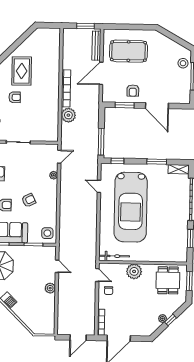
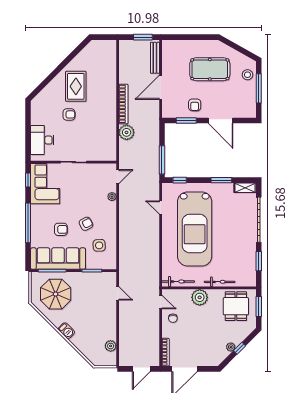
pool table: (128, 51) -> (210, 69), moved
side table: (47, 233) -> (99, 245), moved
bicycle: (153, 257) -> (220, 282), added
plant: (50, 288) -> (111, 346), moved

